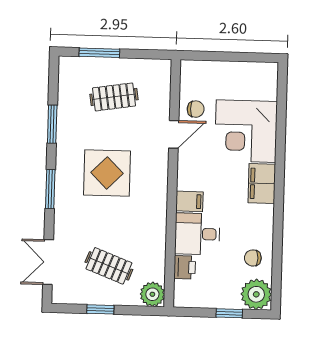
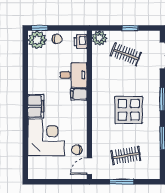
window: (99, 53) -> (122, 182), moved
door: (174, 134) -> (89, 166), moved
chair: (253, 258) -> (57, 39), moved
printer: (185, 267) -> (80, 42), moved
window: (229, 313) -> (39, 28), moved

